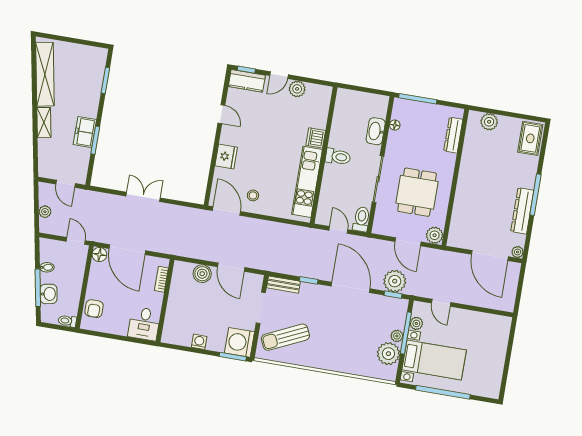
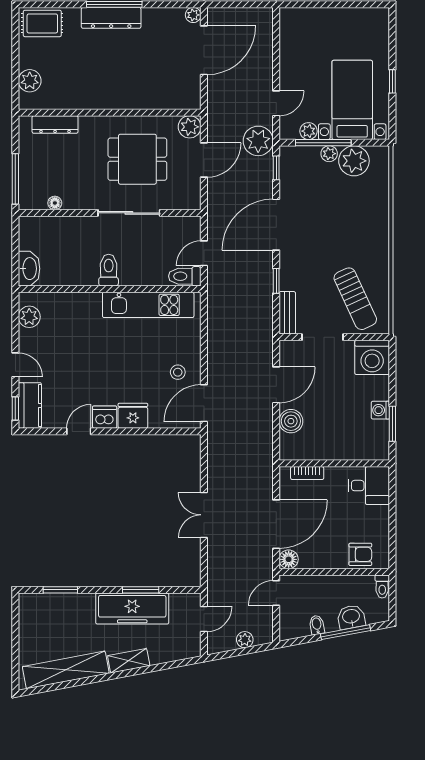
plant: (297, 89) -> (29, 317), moved
washbasin: (376, 131) -> (29, 269), moved, turned -90
freezer: (85, 132) -> (132, 608), width x1.91, depth x1.26
dishwasher: (316, 138) -> (105, 417), moved, turned 180
dresser: (522, 211) -> (111, 18), moved
toilet: (361, 219) -> (185, 276), moved
plant: (395, 281) -> (258, 141), moved
window: (233, 357) -> (392, 424), moved
window: (443, 392) -> (392, 81), width x0.32

